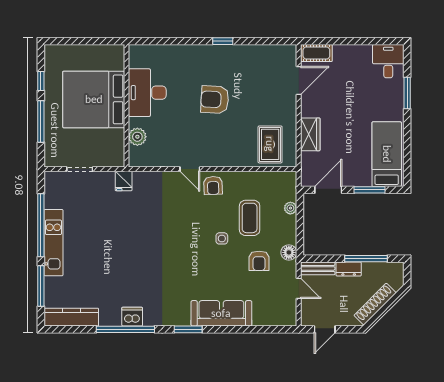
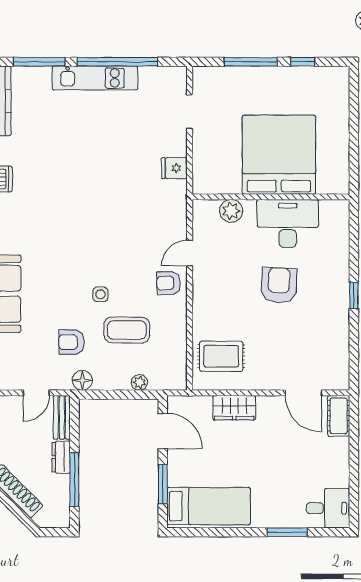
desk: (147, 93) -> (288, 224), moved
bed: (94, 99) -> (279, 155), moved
wall: (127, 106) -> (271, 197), moved
plant: (137, 137) -> (231, 211), moved

